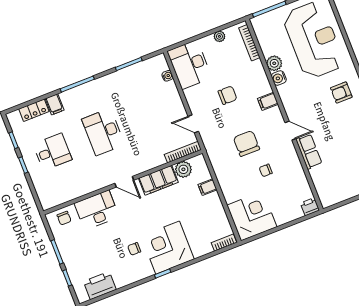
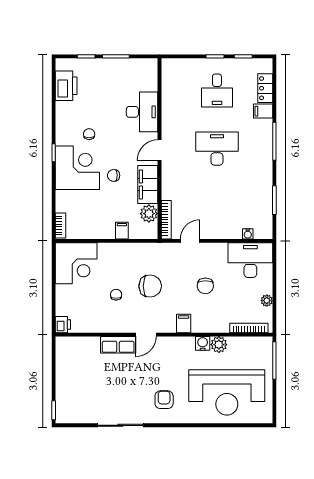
chair: (64, 218) -> (114, 175), moved

